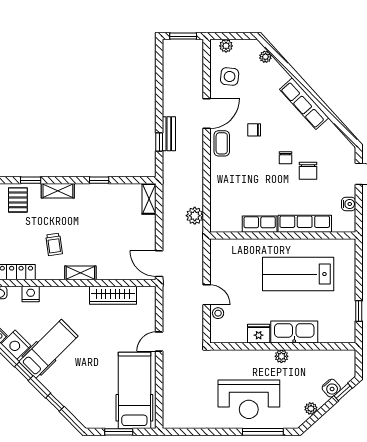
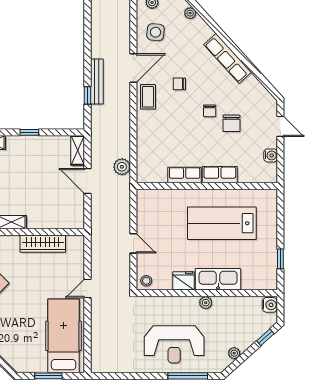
bench: (169, 134) -> (97, 82), width x1.36
row of seats: (305, 224) -> (220, 175), width x0.68
door: (159, 264) -> (87, 181), moved
stool: (218, 313) -> (146, 281), moved
water cooler: (331, 388) -> (270, 305), moved, turned -48

